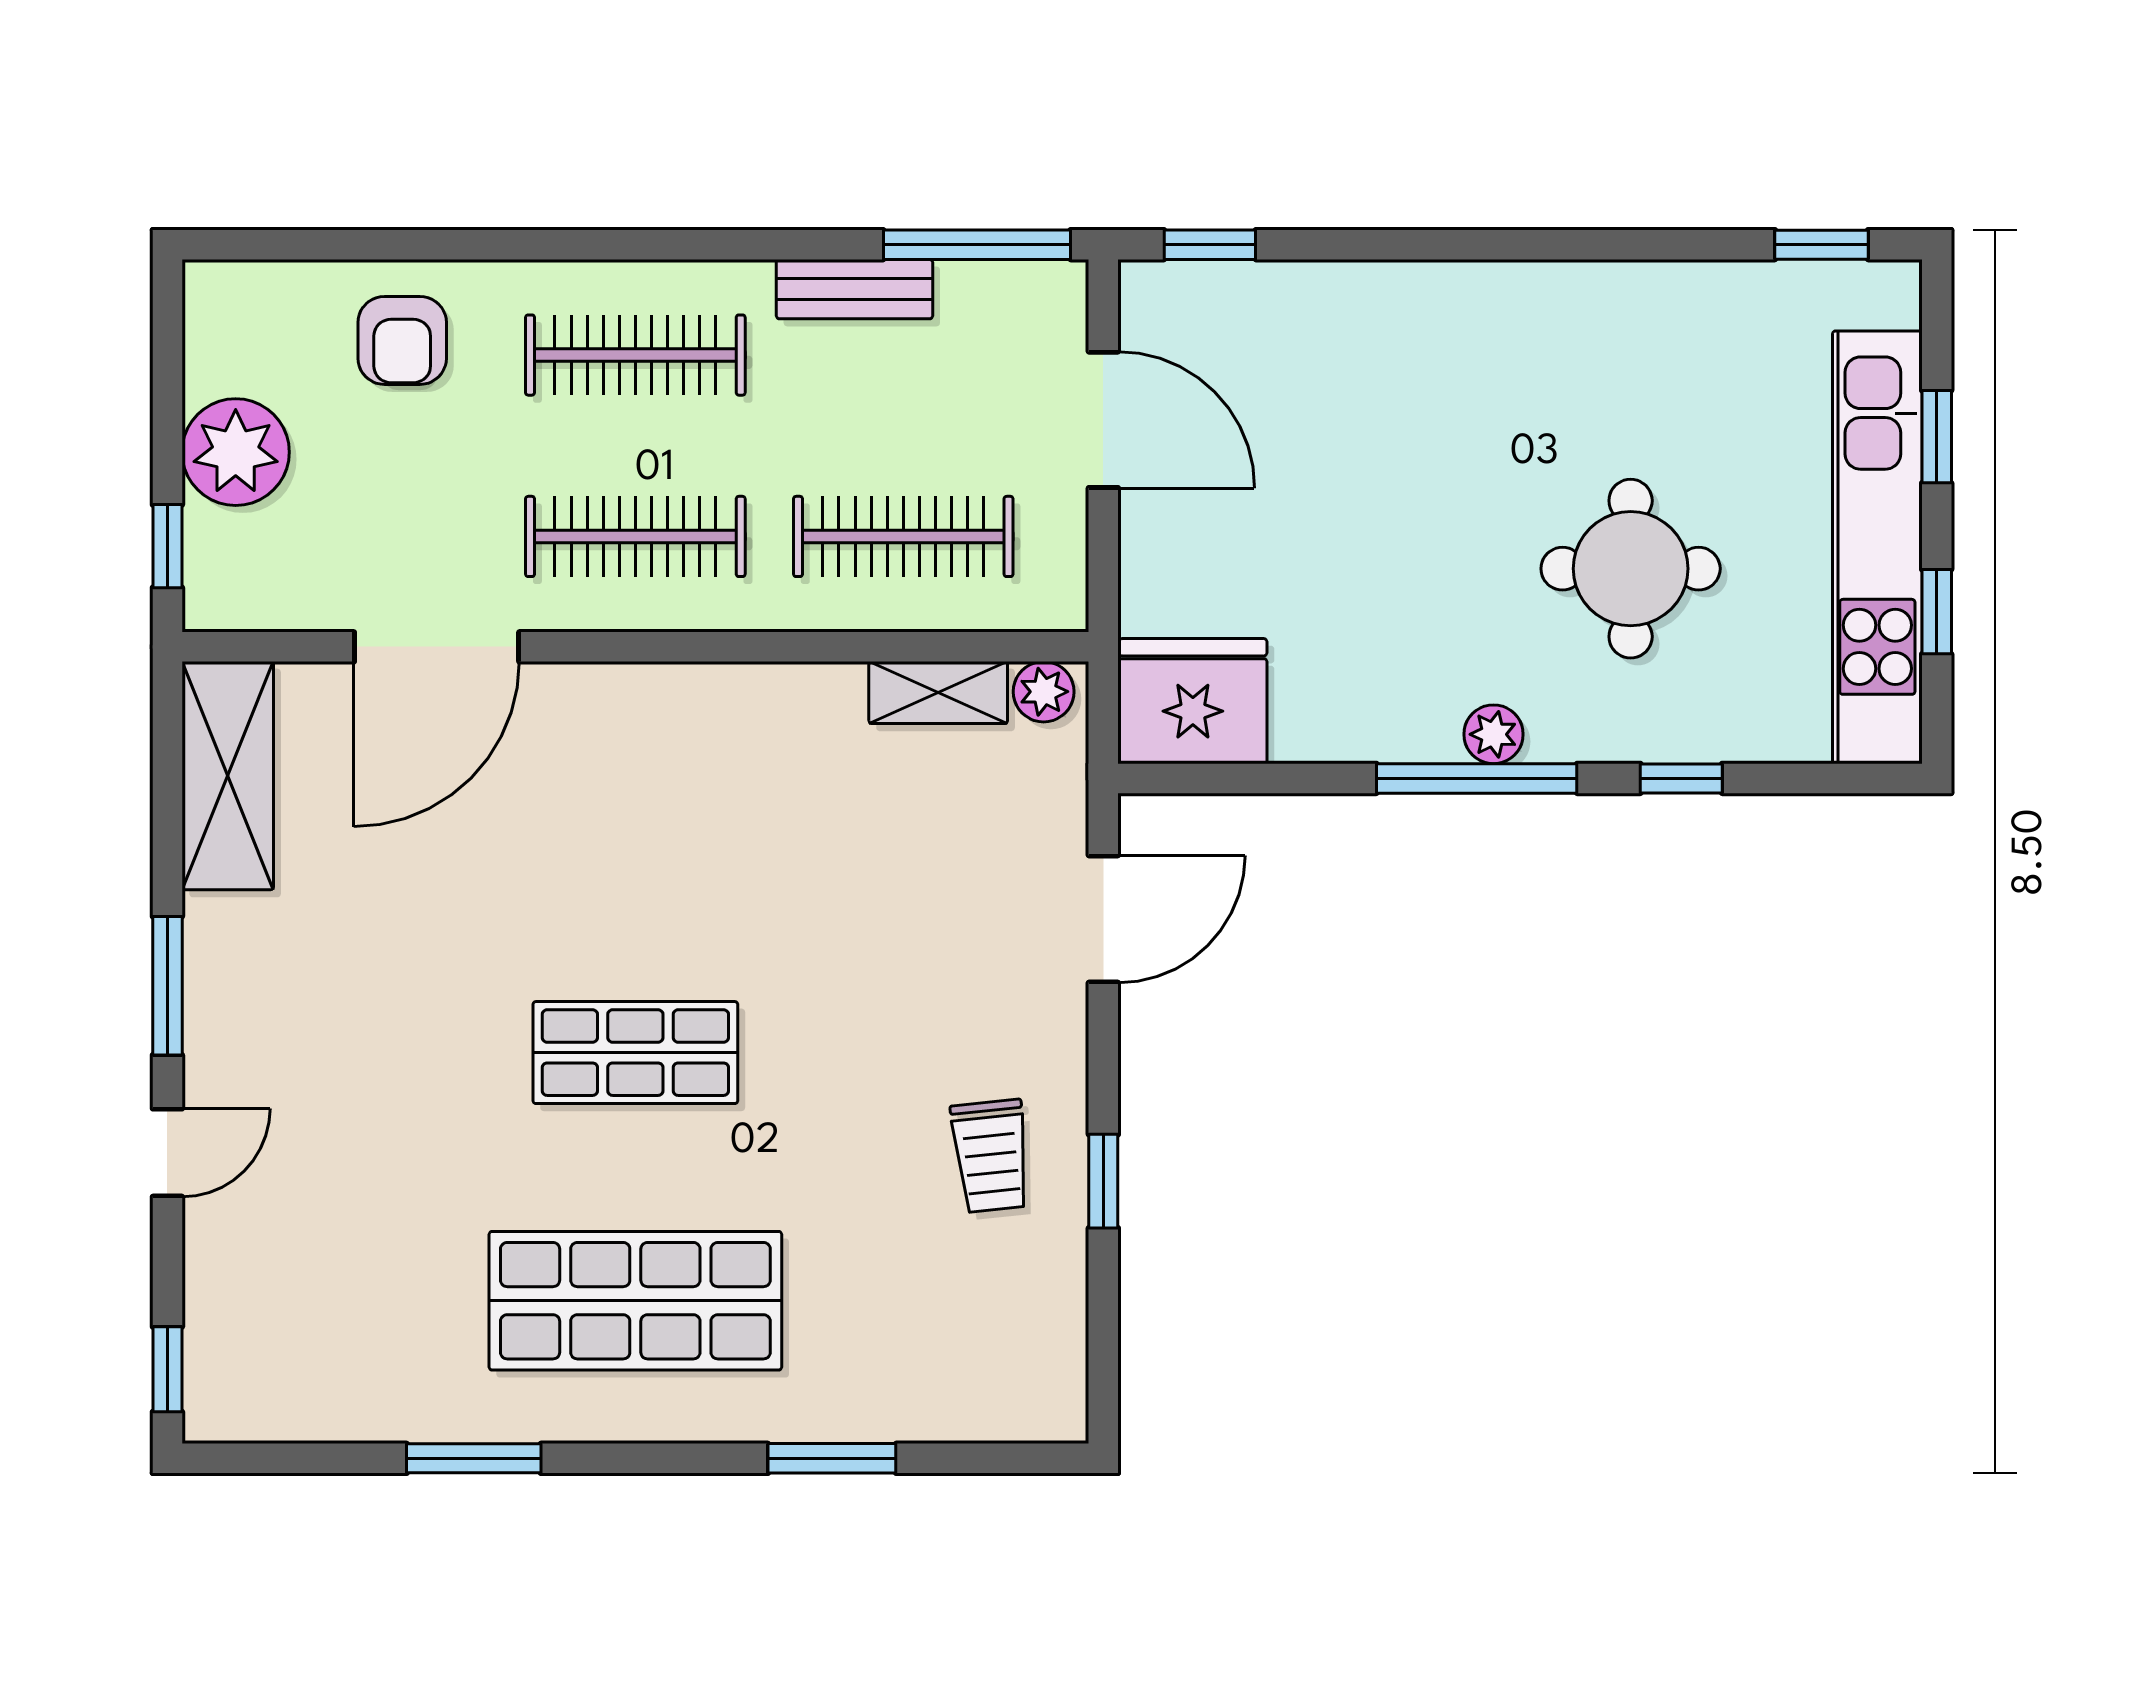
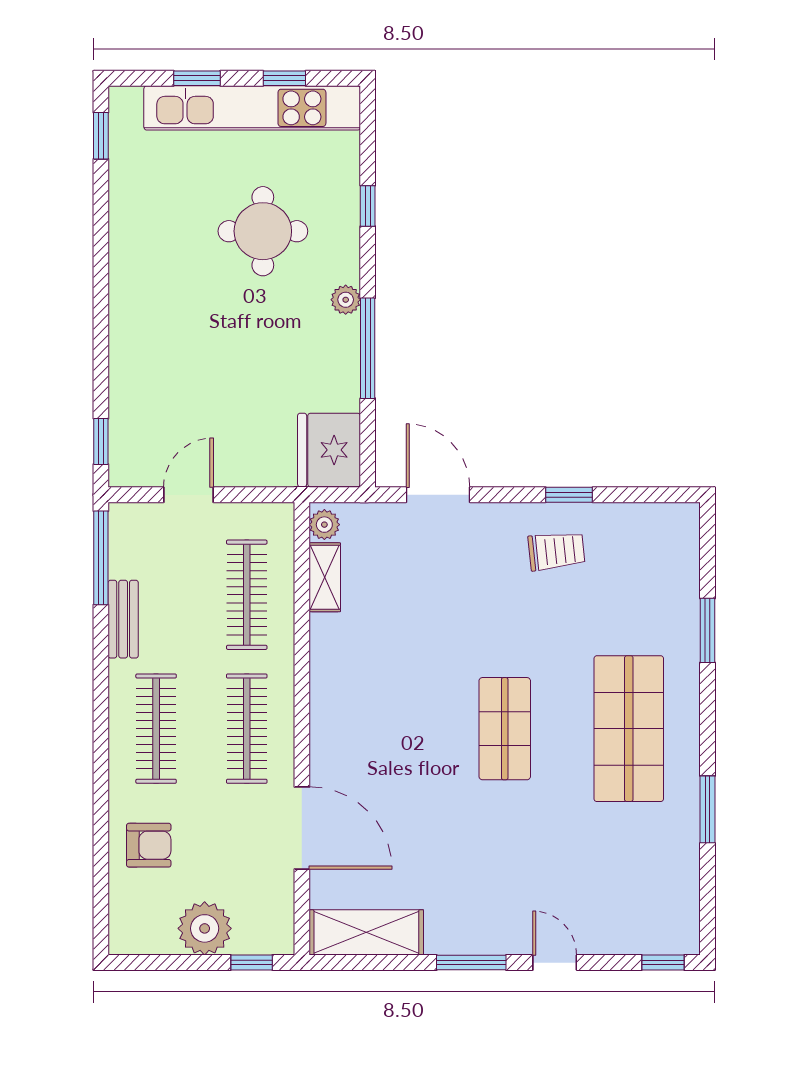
door: (1103, 420) -> (188, 495), width x0.73
window: (1477, 778) -> (368, 348), moved

